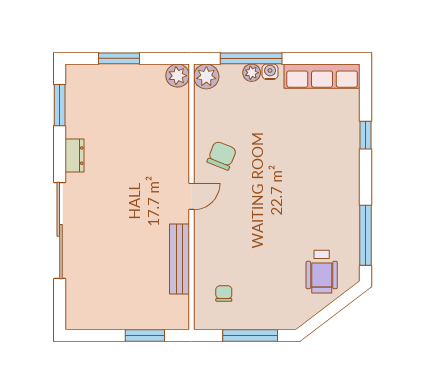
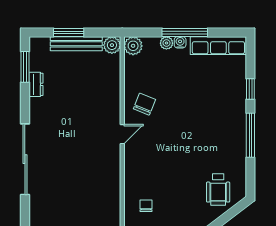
window: (251, 58) -> (185, 32), moved
dresser: (74, 156) -> (36, 84), moved
window: (366, 235) -> (250, 135), moved
bench: (179, 259) -> (76, 44), moved, turned 90

